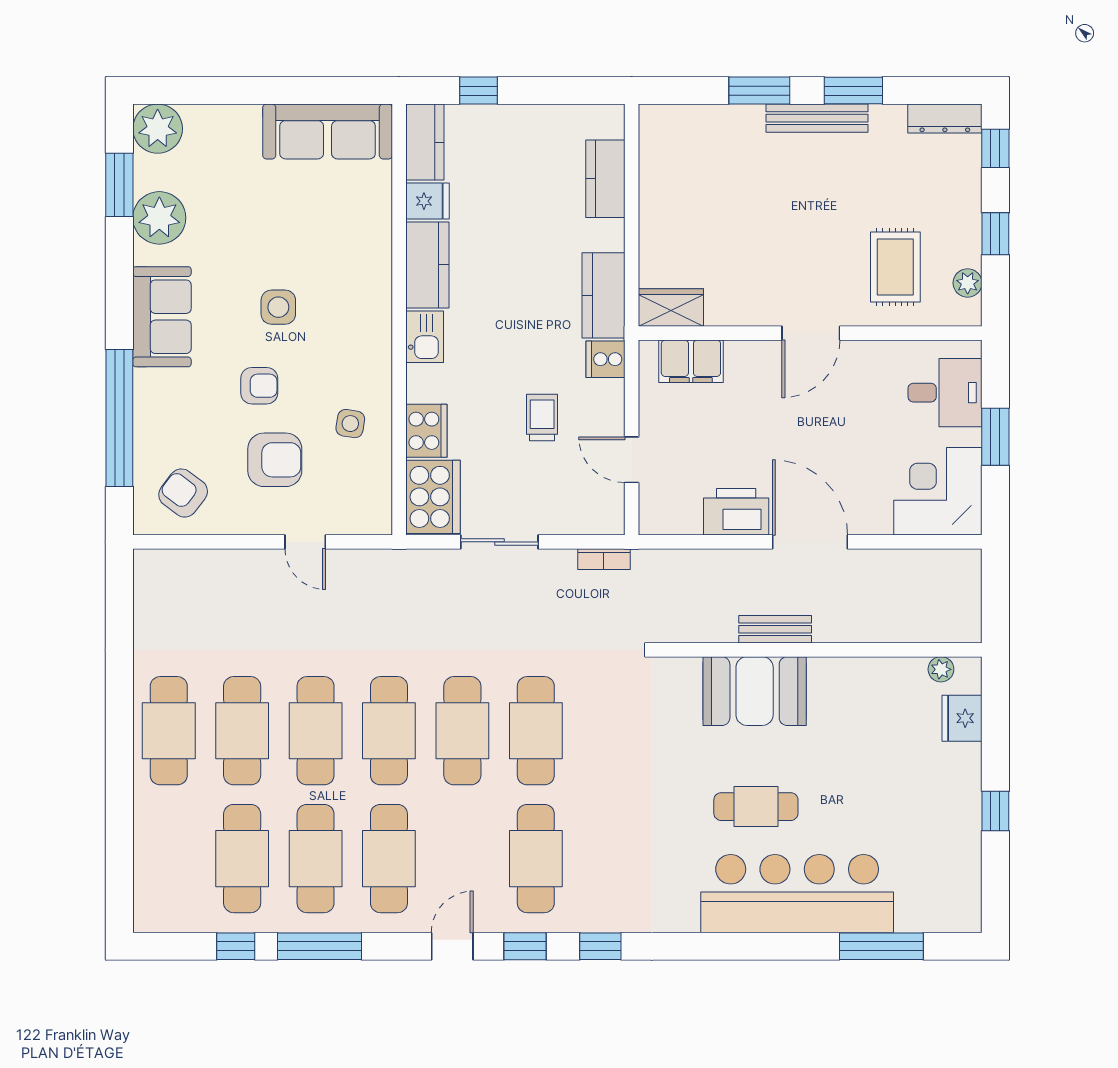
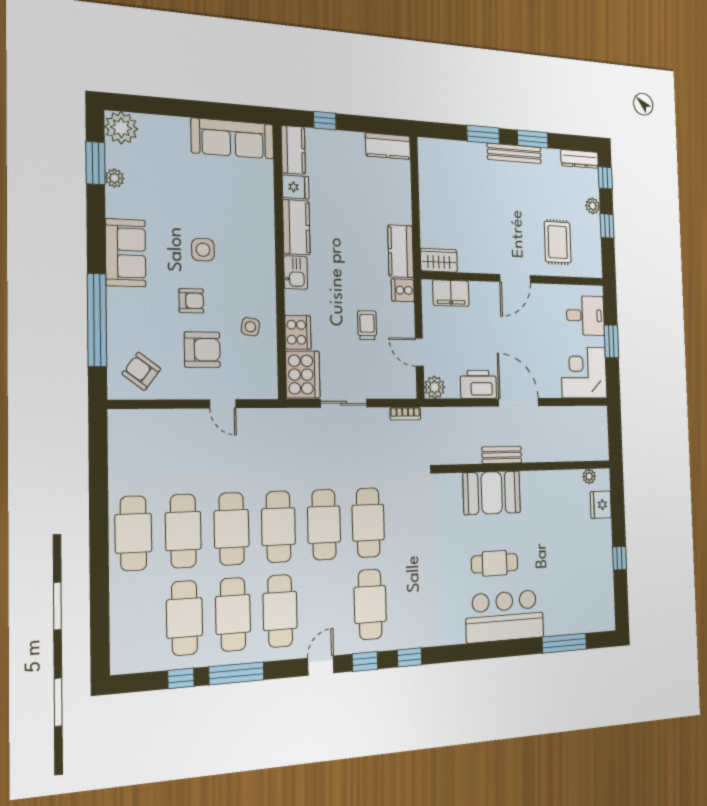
kitchen counter: (605, 179) -> (388, 146), moved, turned -90
plant: (159, 218) -> (115, 178), width x0.53, depth x0.53
plant: (968, 283) -> (593, 206), moved
plant: (657, 517) -> (435, 387), added
bar counter: (797, 894) -> (505, 616), width x0.73

